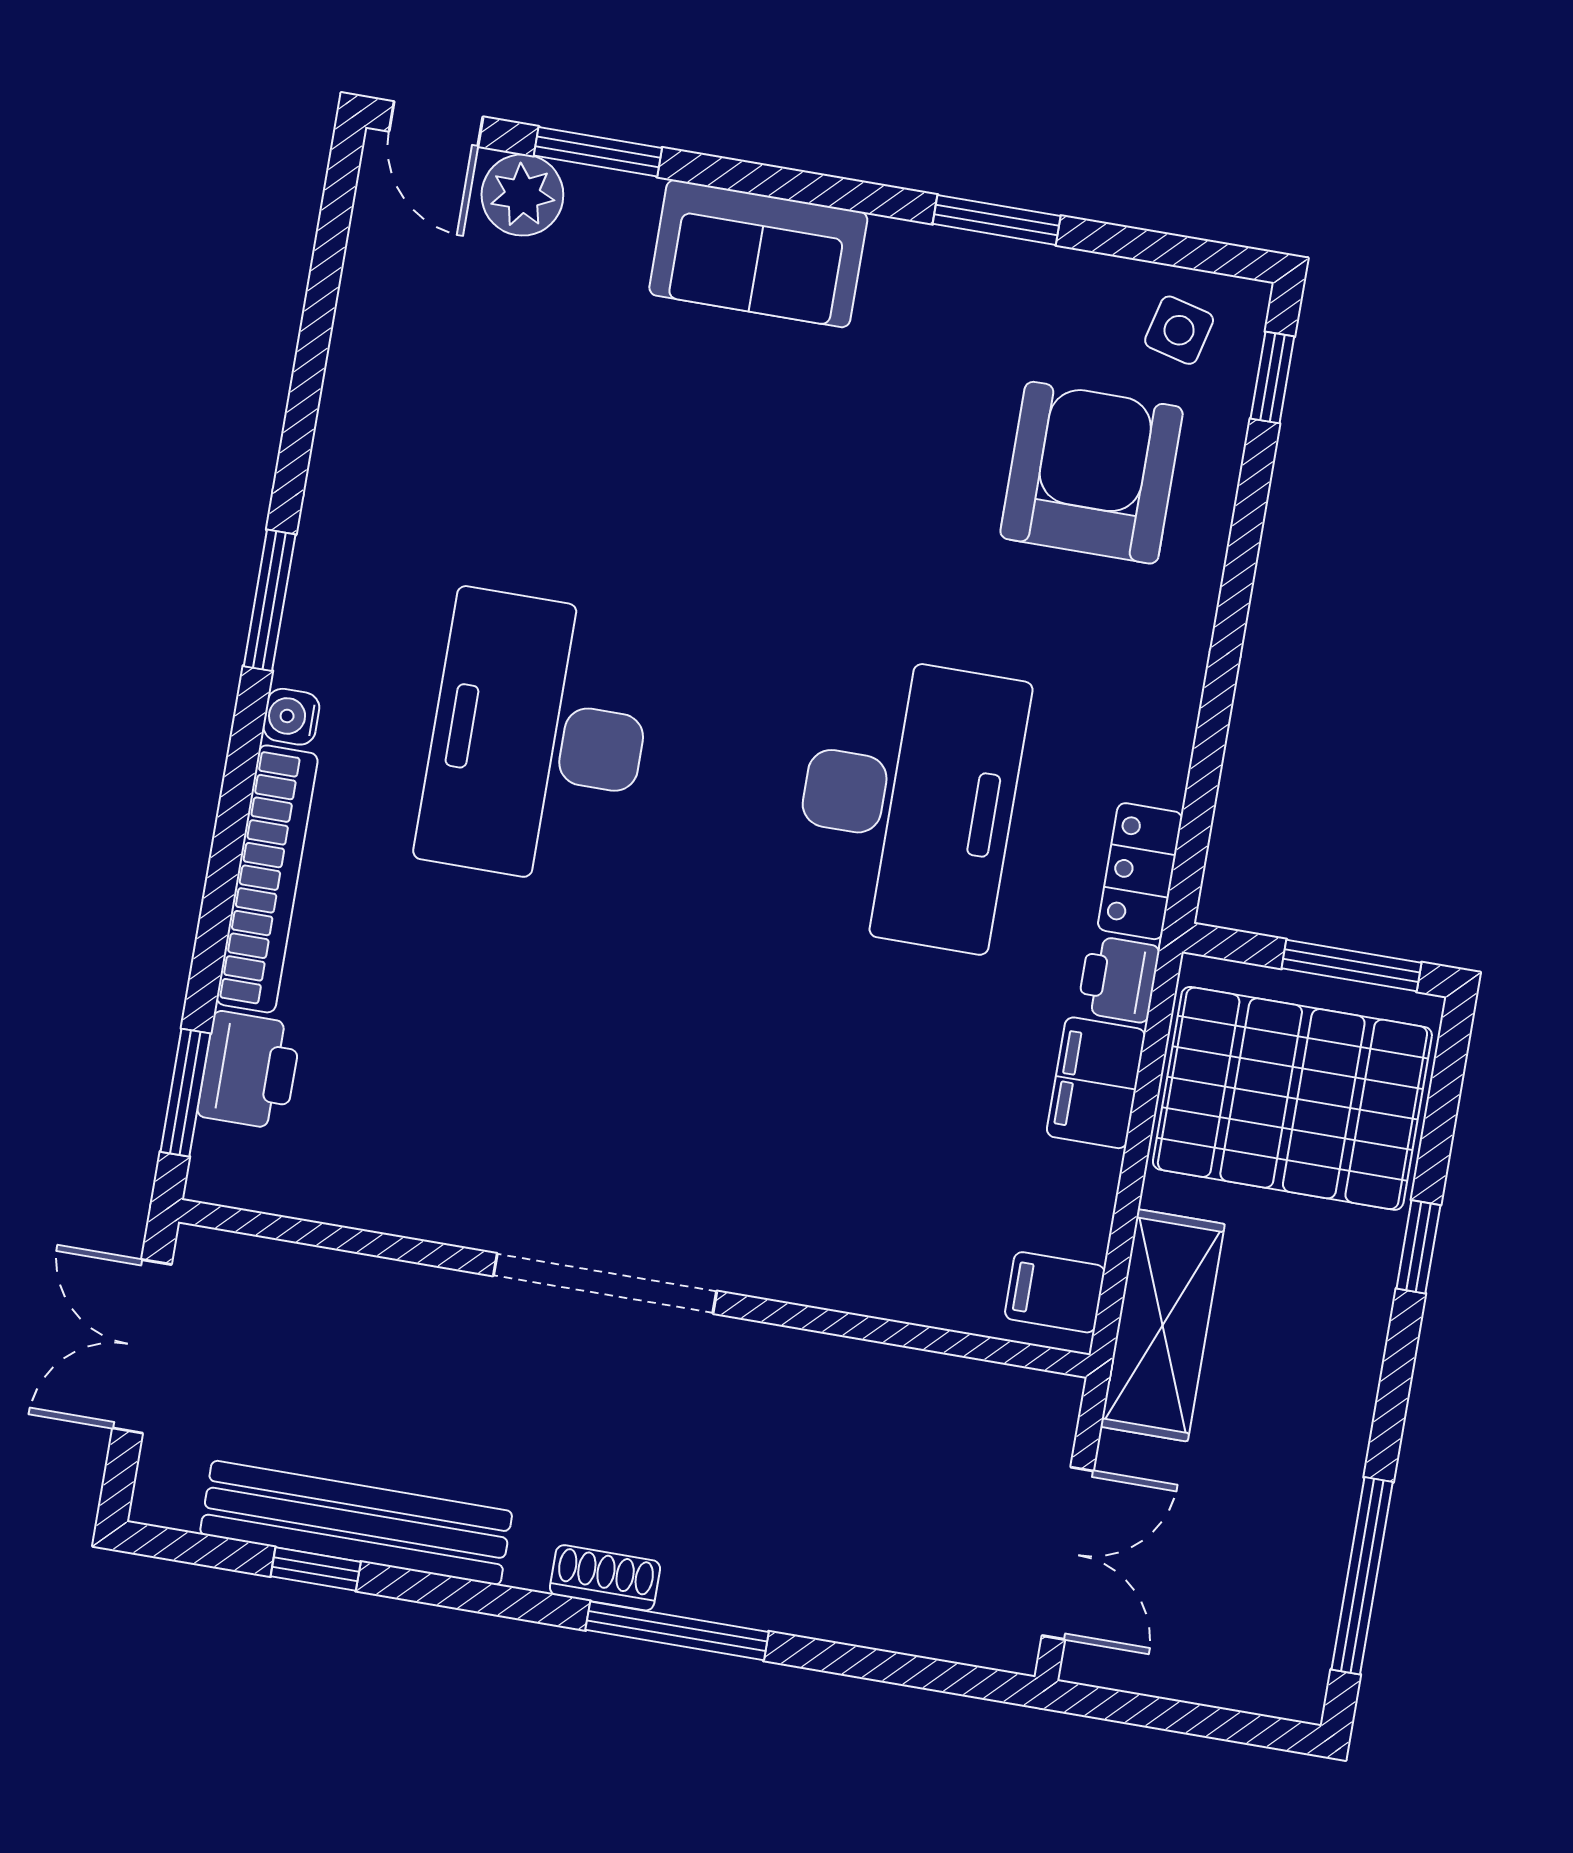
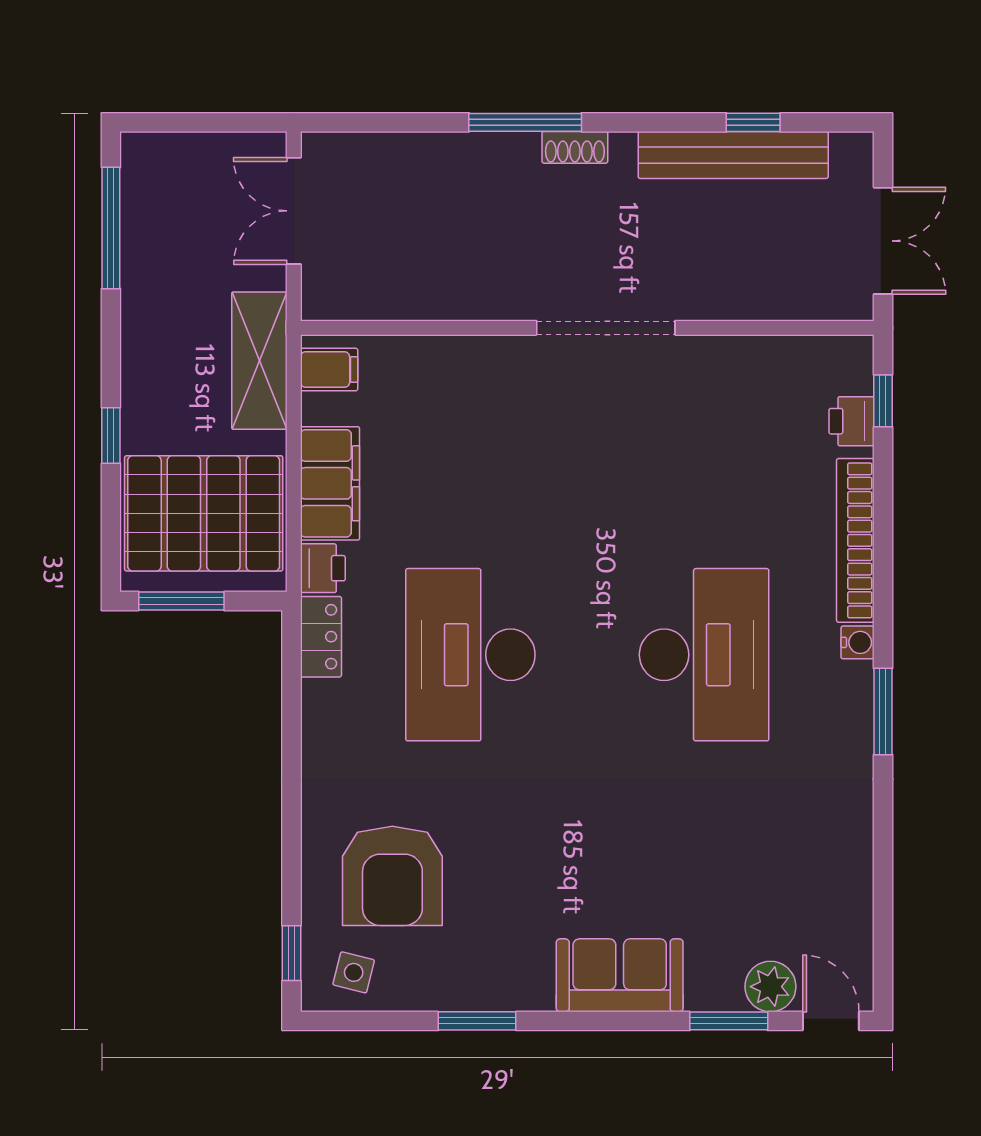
printer: (249, 1070) -> (852, 421), width x0.73, depth x0.81
filing cabinet: (1096, 1083) -> (330, 483), width x1.50, depth x1.17
window: (185, 1093) -> (883, 401), width x0.67

